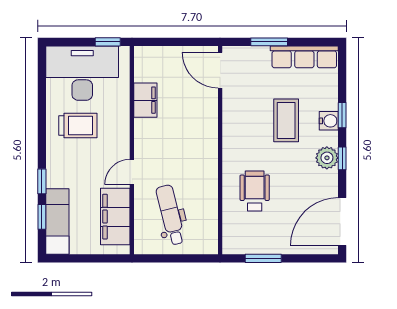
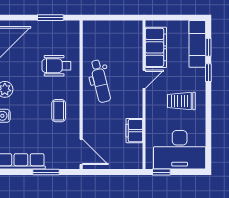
coffee table: (286, 120) -> (59, 111), moved, width x0.73, depth x0.77
trolley: (78, 126) -> (181, 101), moved
wheelchair: (255, 191) -> (56, 66), turned 90
dental chair: (171, 215) -> (100, 81), moved

